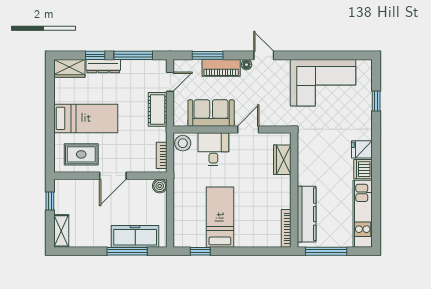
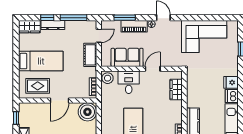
boiler: (160, 186) -> (87, 112), width x1.86, depth x1.86

